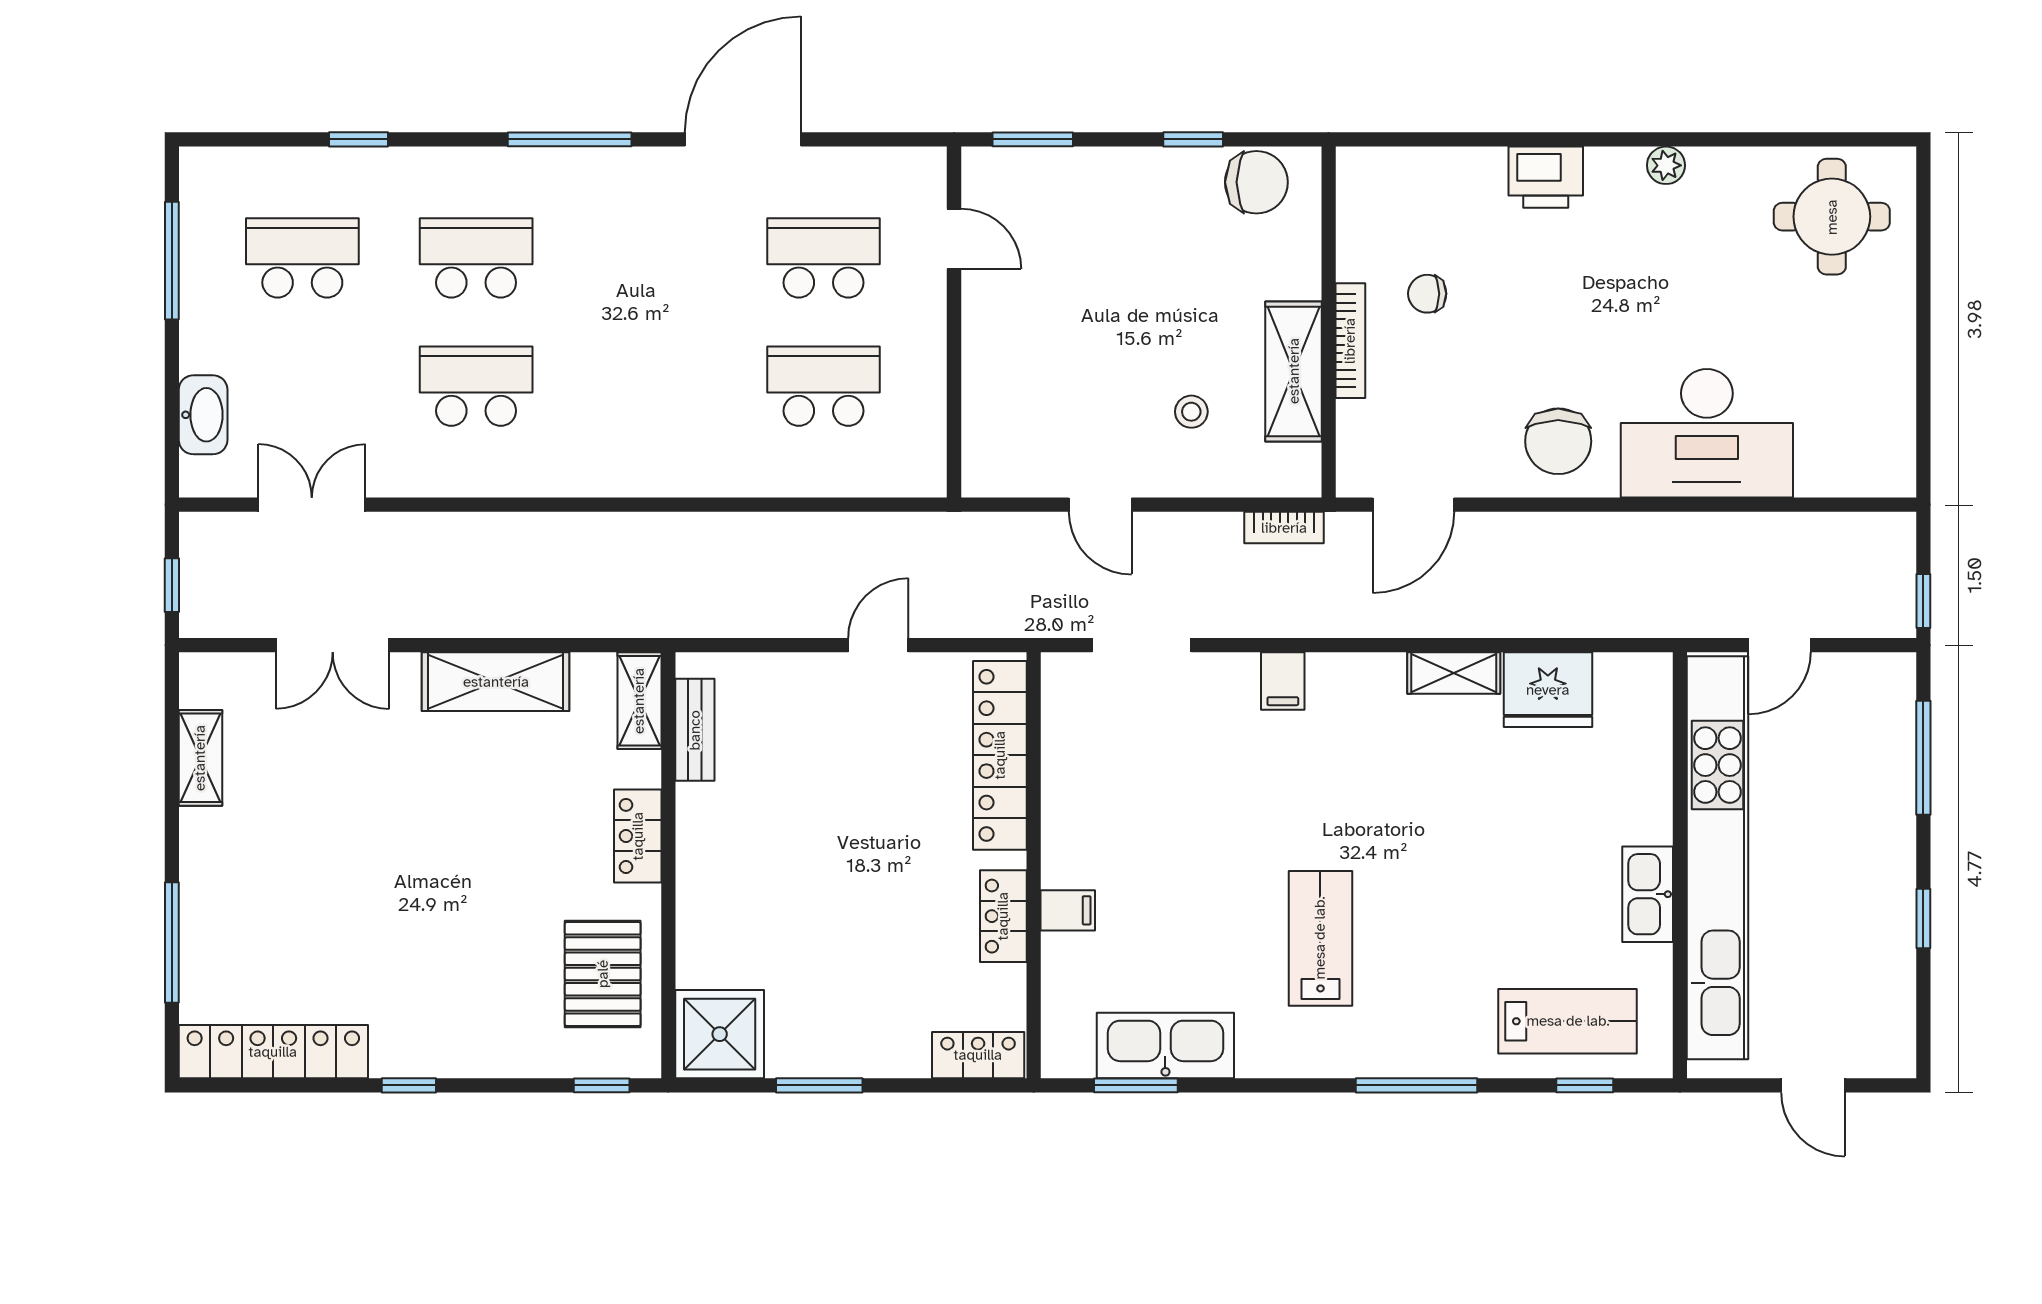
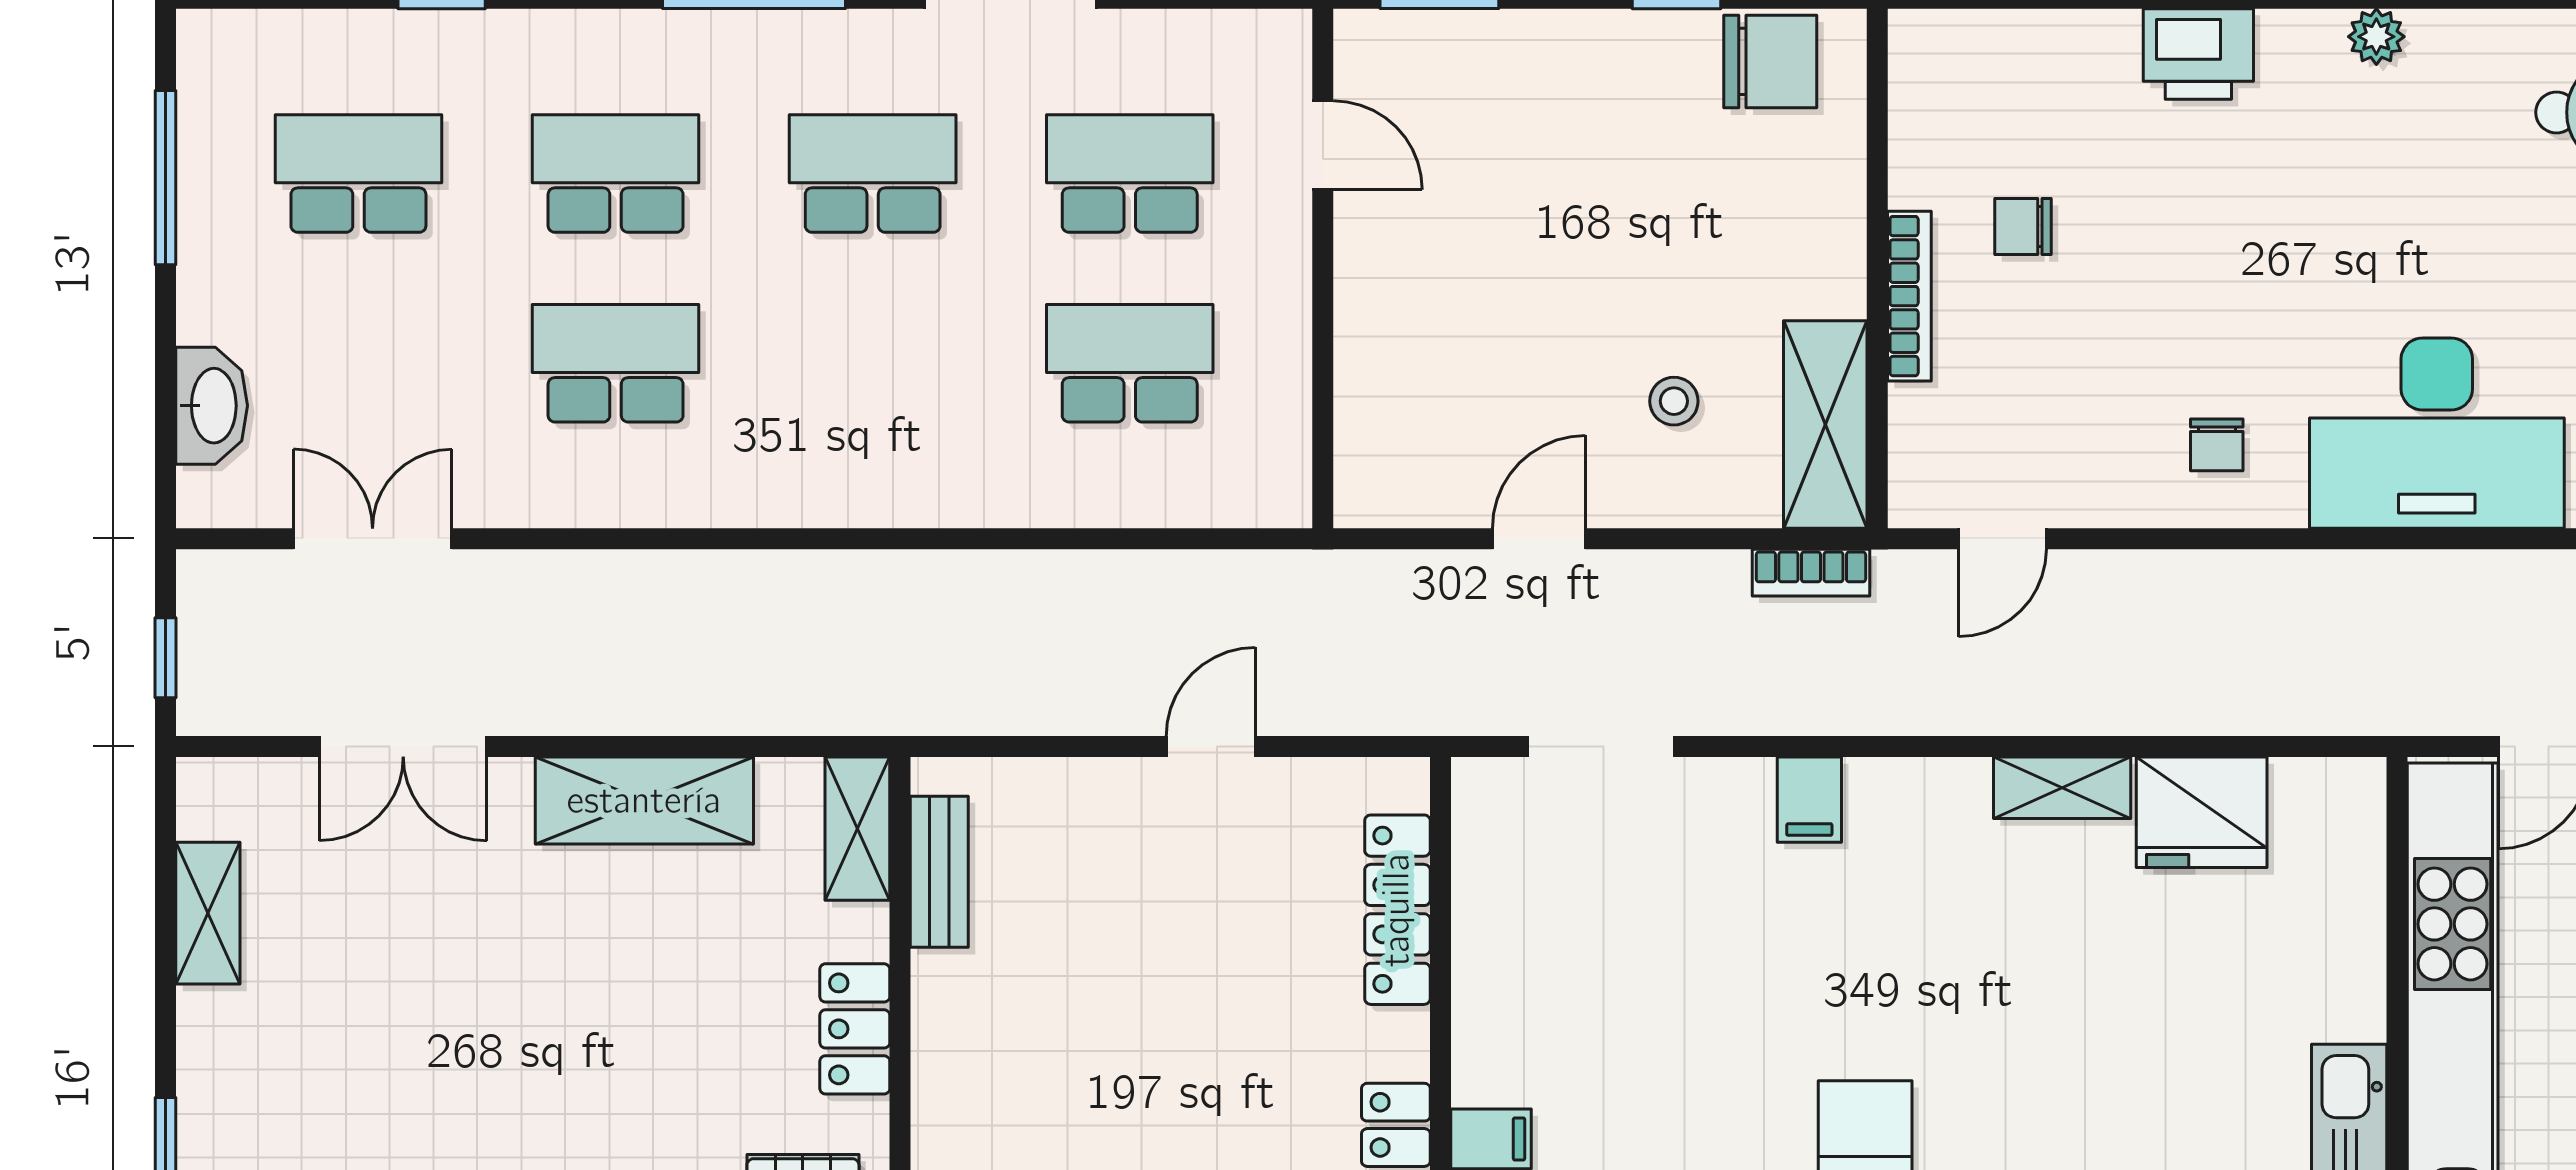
school desk: (650, 258) -> (873, 174), added
shelving: (1294, 371) -> (1825, 424), moved
chair: (1558, 441) -> (2217, 445), width x0.54, depth x0.54
door: (1100, 505) -> (1539, 539), swing flipped
door: (1413, 505) -> (2002, 539), width x0.73
locker: (1000, 755) -> (1397, 910), width x0.71, depth x0.83

